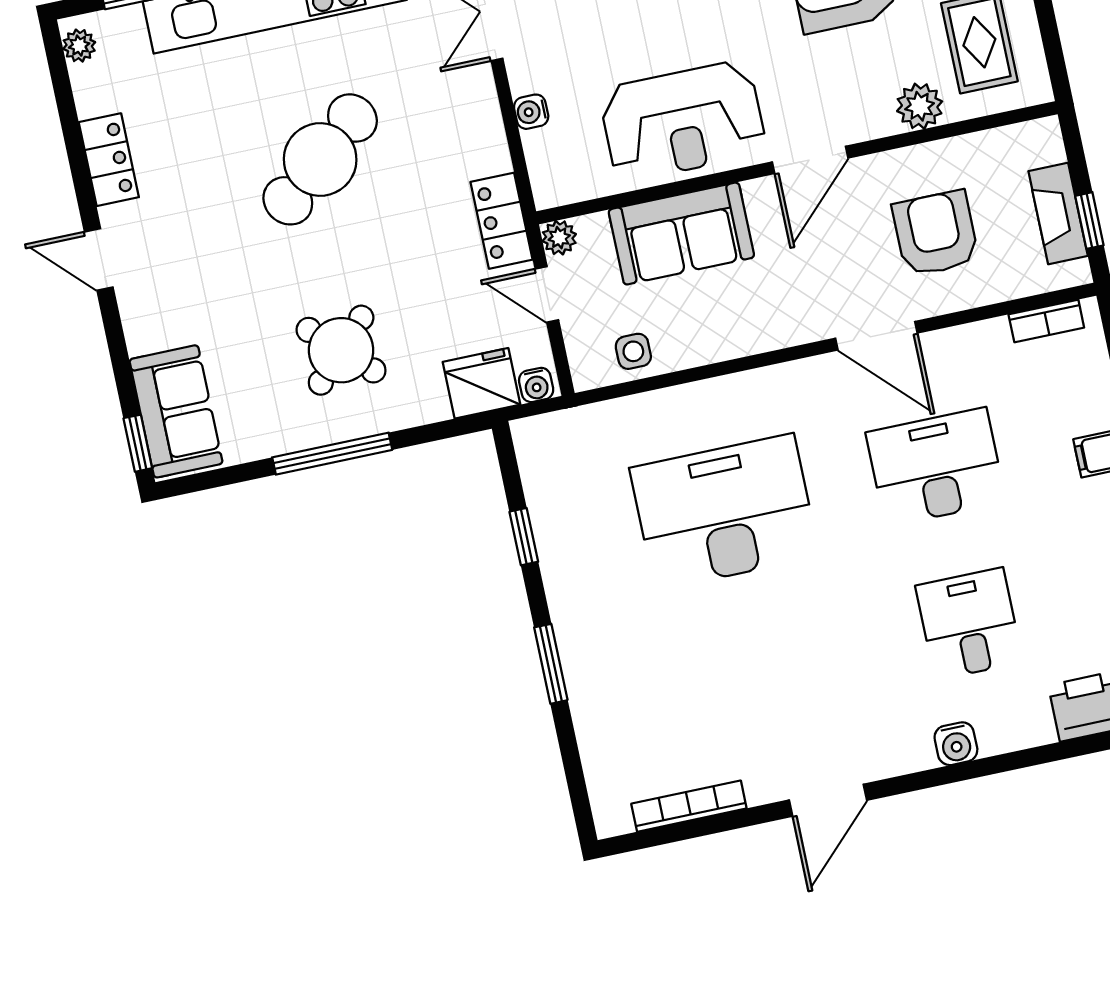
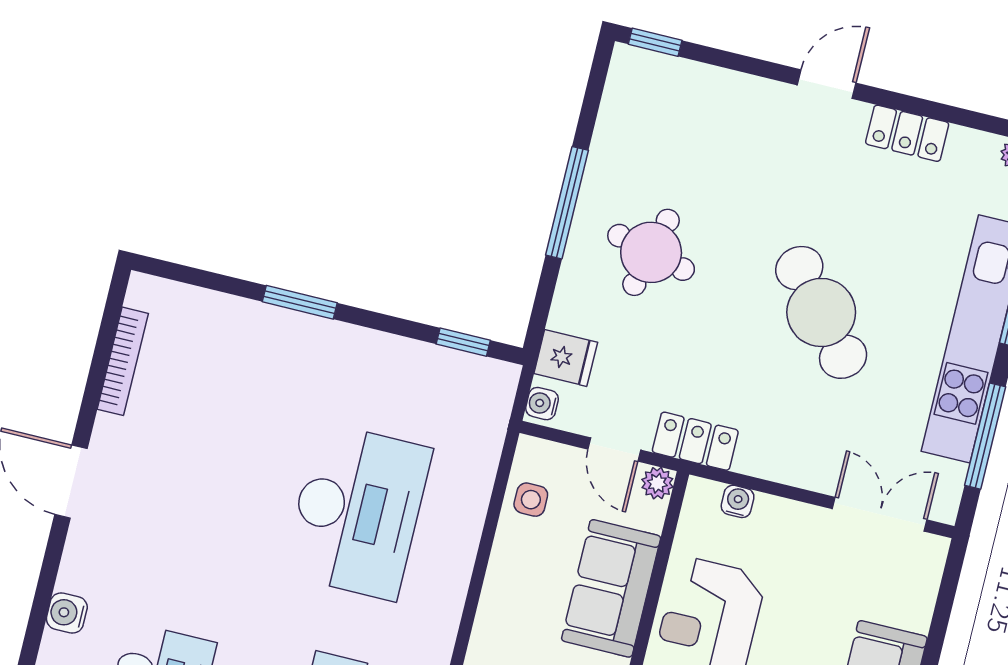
water cooler: (531, 112) -> (738, 501), moved
door: (547, 294) -> (614, 450), swing flipped
round table: (341, 350) -> (651, 252), turned -30
fridge: (482, 383) -> (566, 358), width x0.72
sofa: (176, 411) -> (666, 88), removed
window: (524, 537) -> (463, 342), moved

